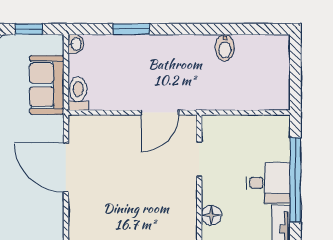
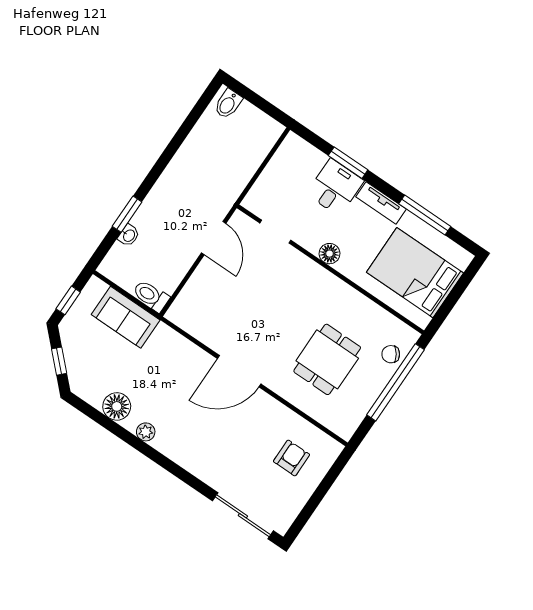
washbasin: (76, 44) -> (129, 235), moved, turned 90
bidet: (225, 48) -> (228, 104), moved, turned 90
door: (66, 168) -> (239, 371), moved
window: (295, 180) -> (348, 163), width x0.47

